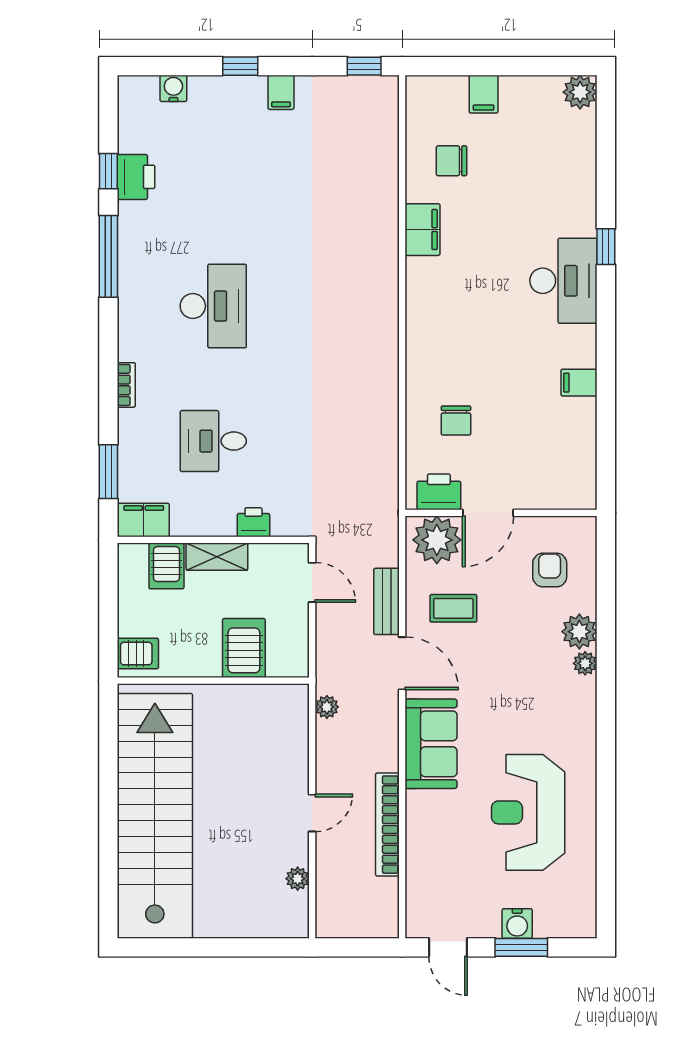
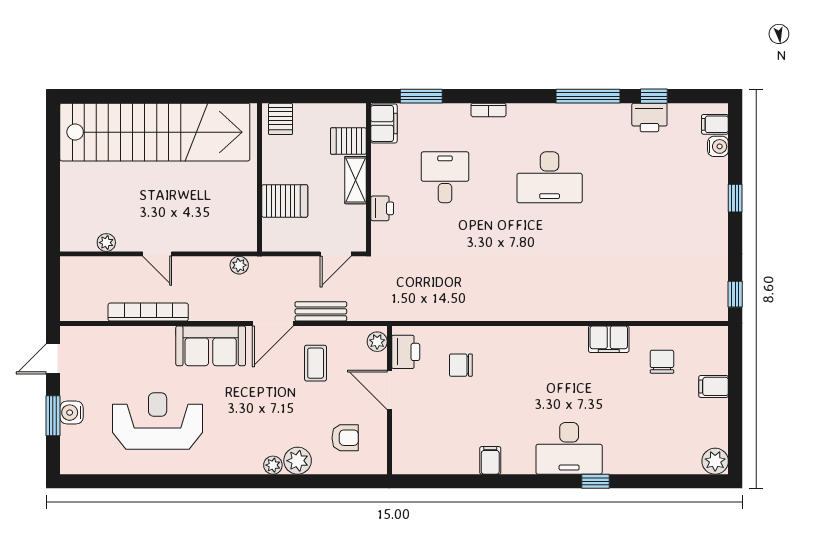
filing cabinet: (281, 92) -> (715, 124), moved
plant: (437, 540) -> (377, 342), width x0.53, depth x0.53

